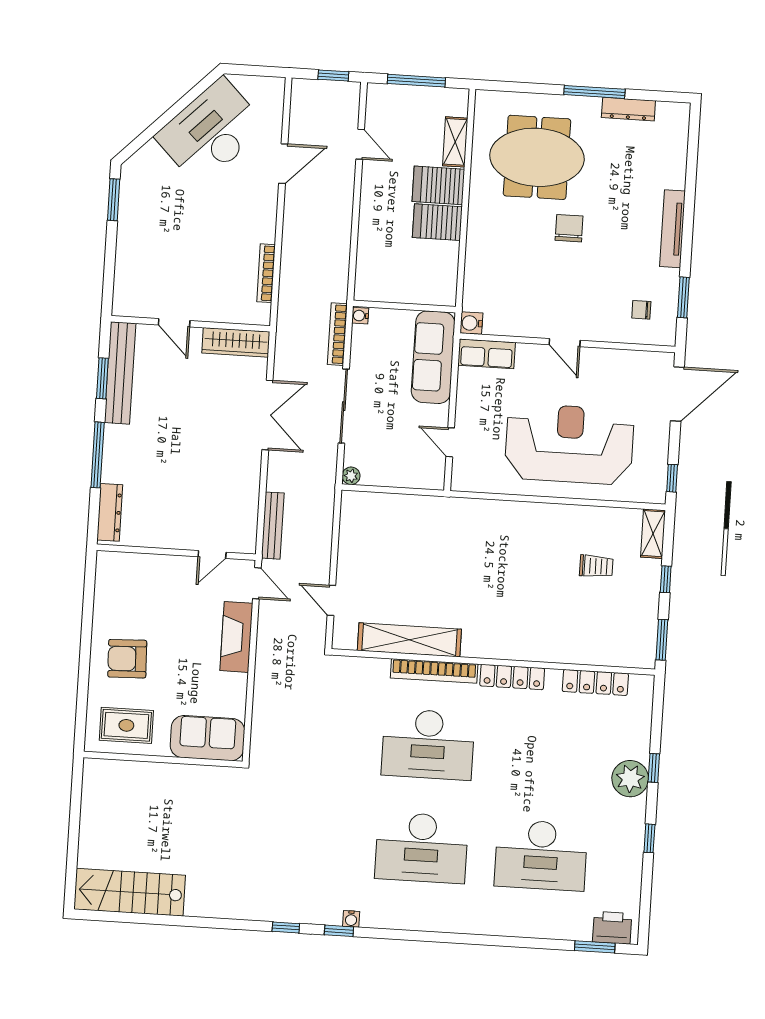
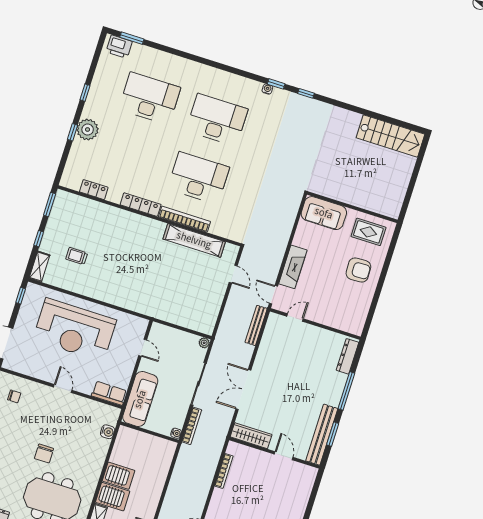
water cooler: (471, 323) -> (108, 432), moved
locker: (595, 682) -> (94, 190), width x0.66

